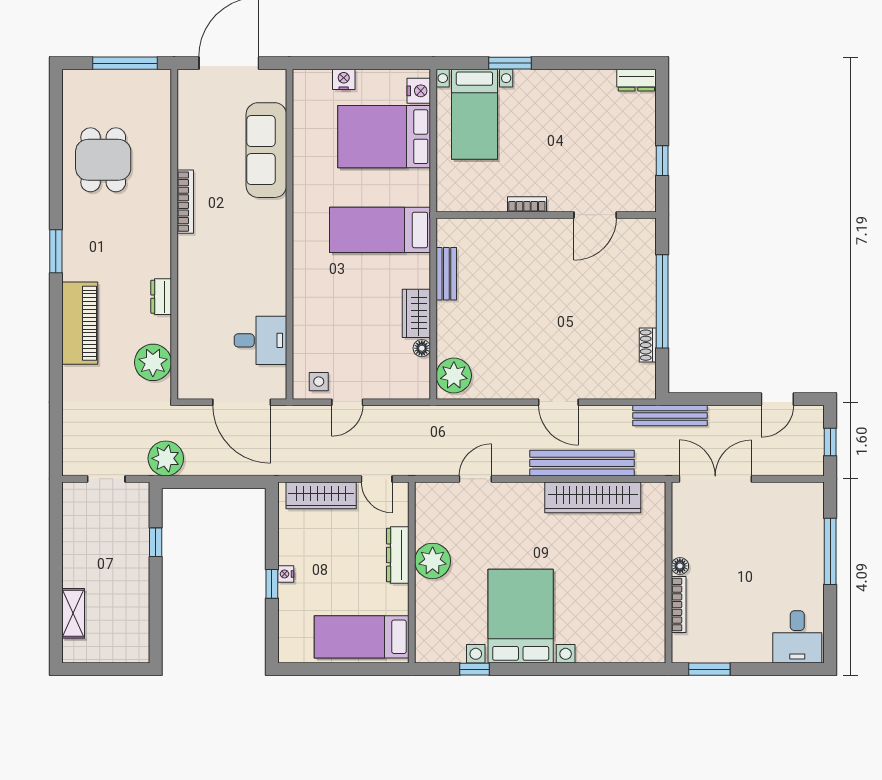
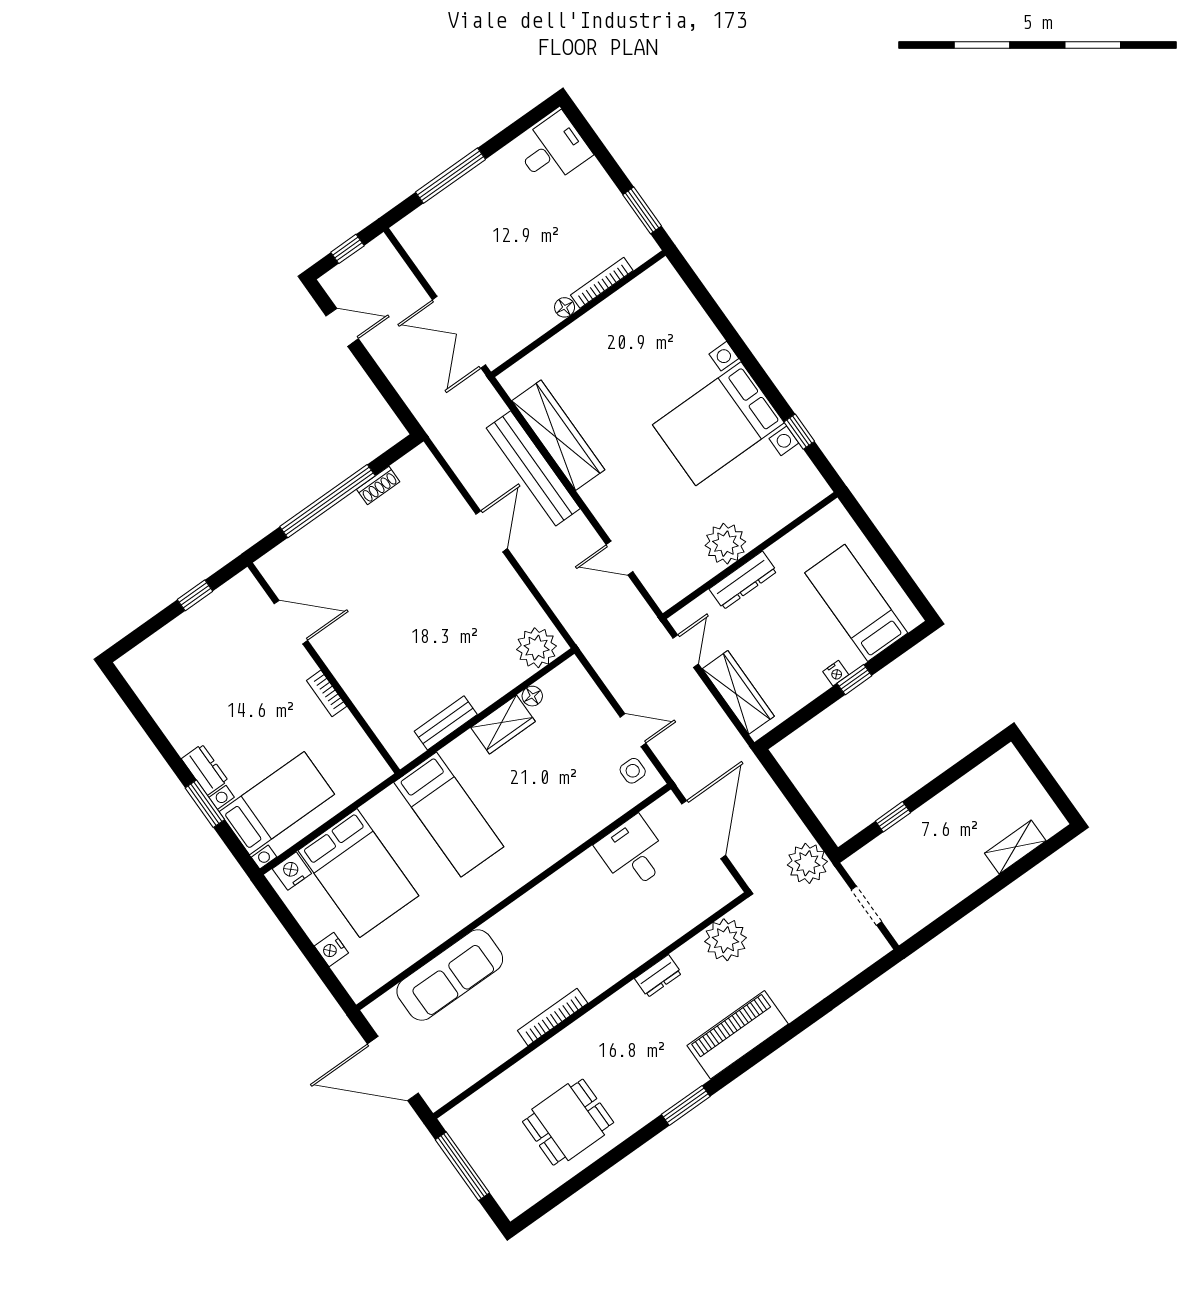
dresser: (636, 80) -> (205, 770), moved
bench: (670, 415) -> (430, 417), removed
bed: (362, 637) -> (856, 603), moved, turned 180

